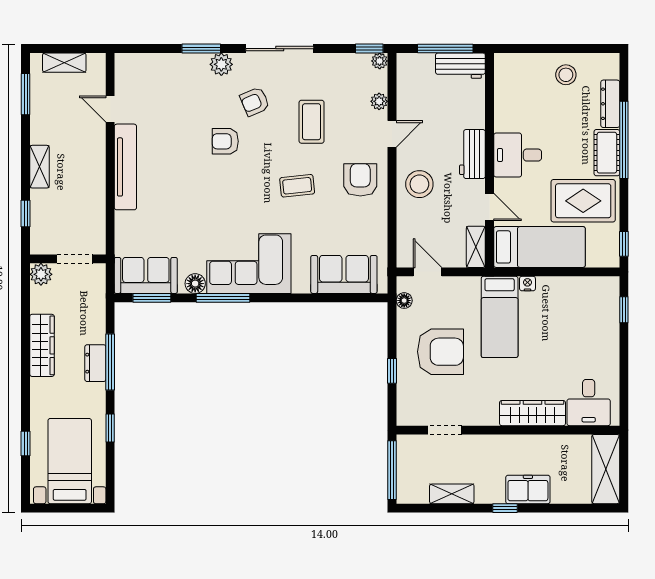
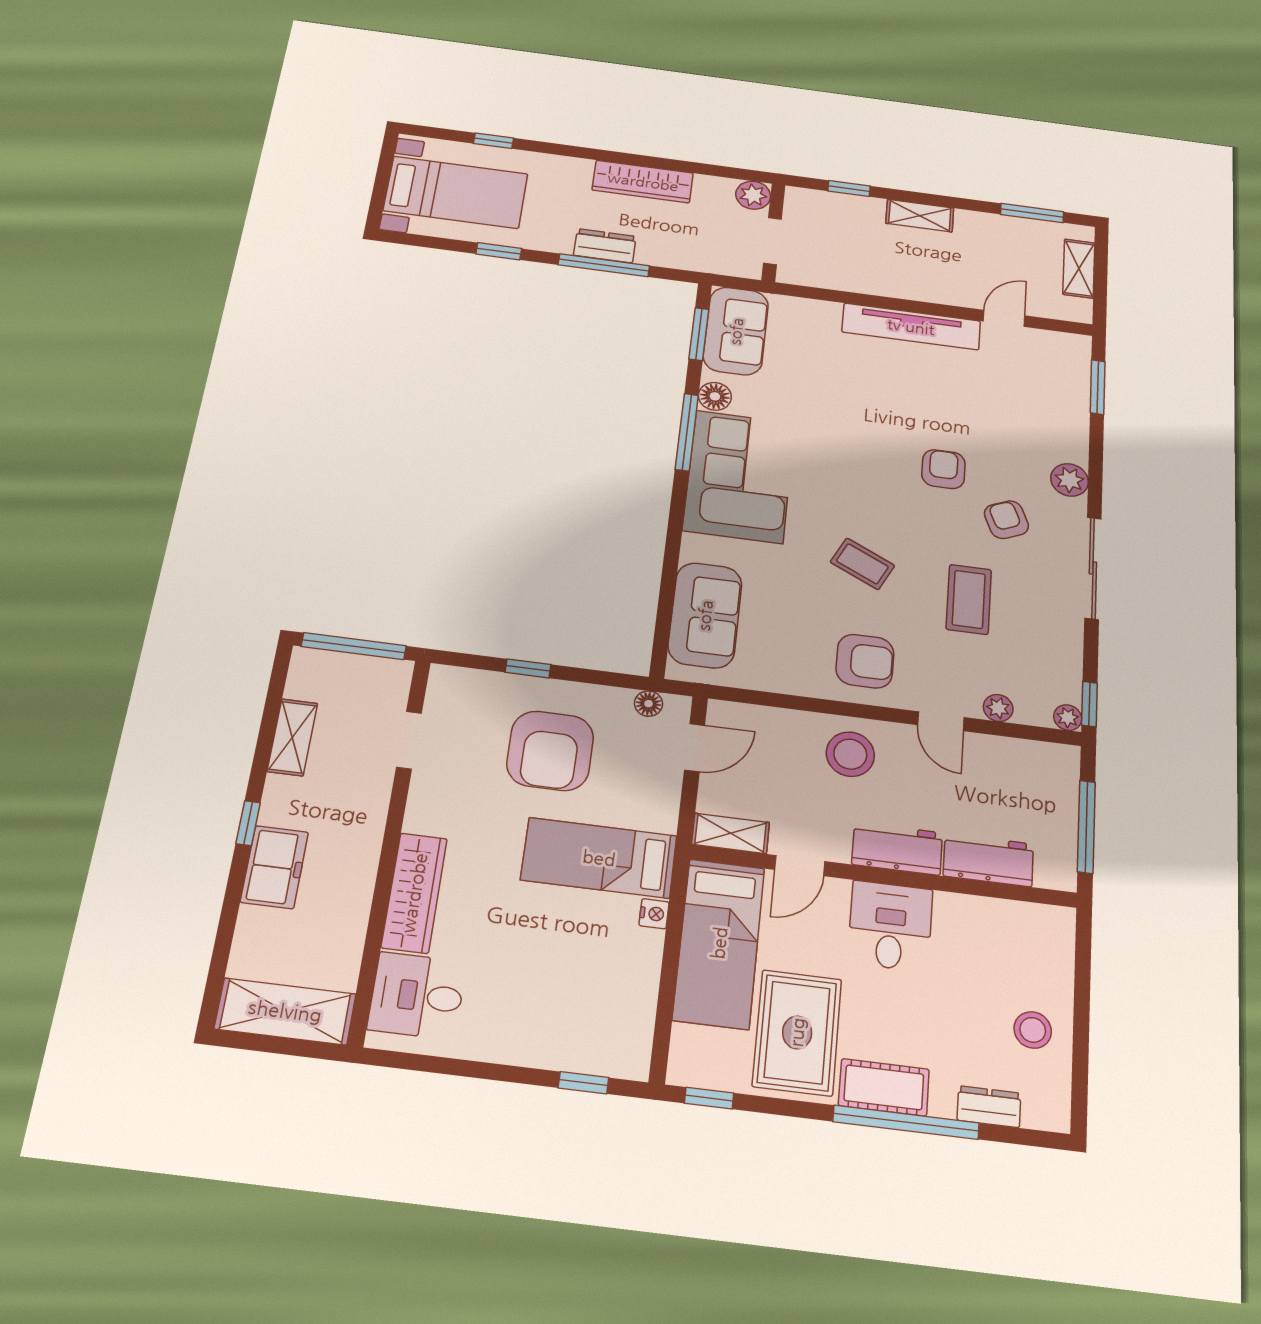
window: (201, 49) -> (1098, 387), moved
workbench: (460, 66) -> (988, 860), moved, turned 90
dresser: (610, 104) -> (989, 1107), width x0.70
coffee table: (312, 122) -> (969, 599), turned 90
coffee table: (297, 186) -> (862, 564), turned -58

